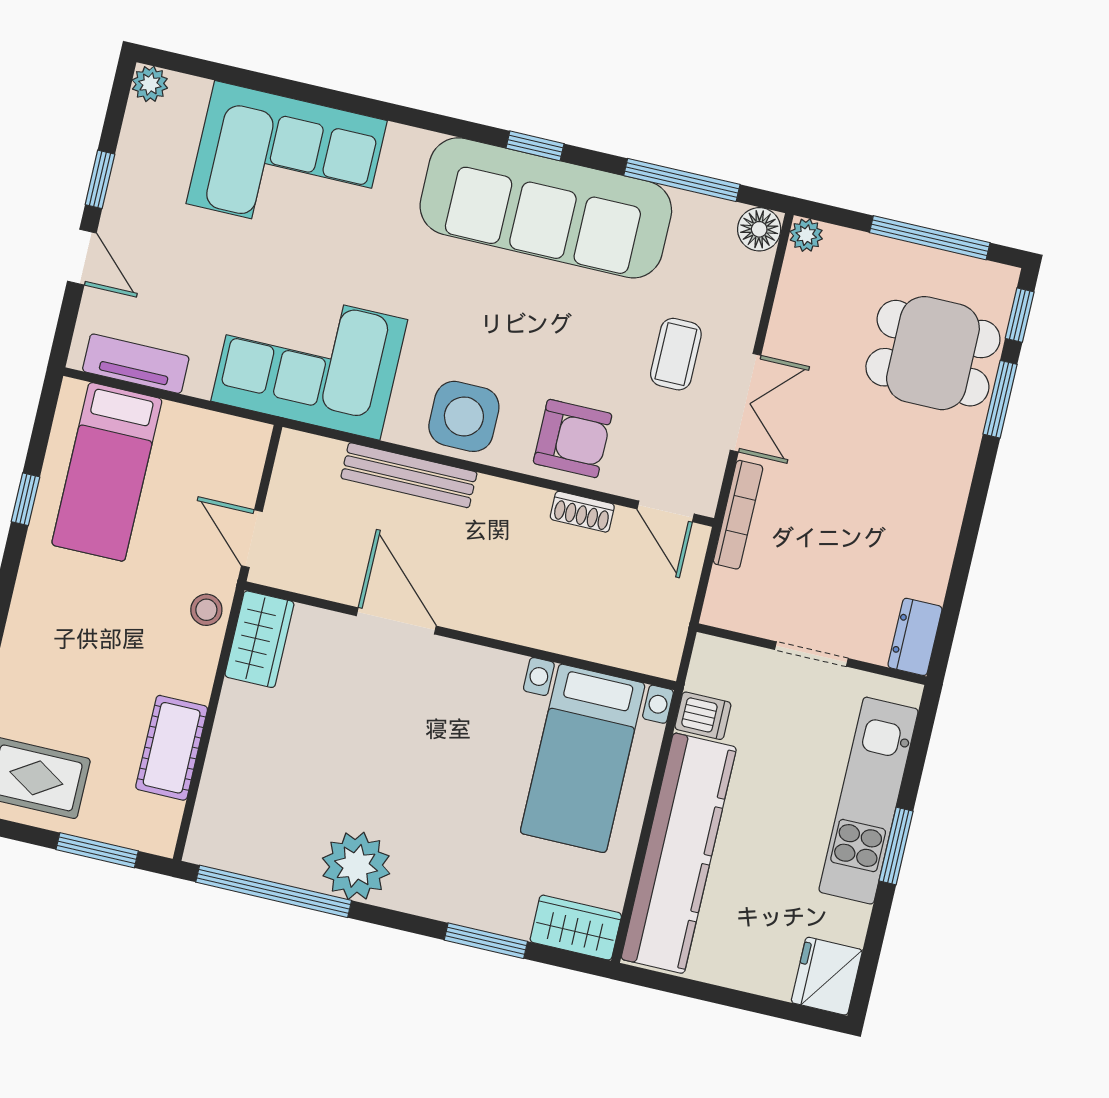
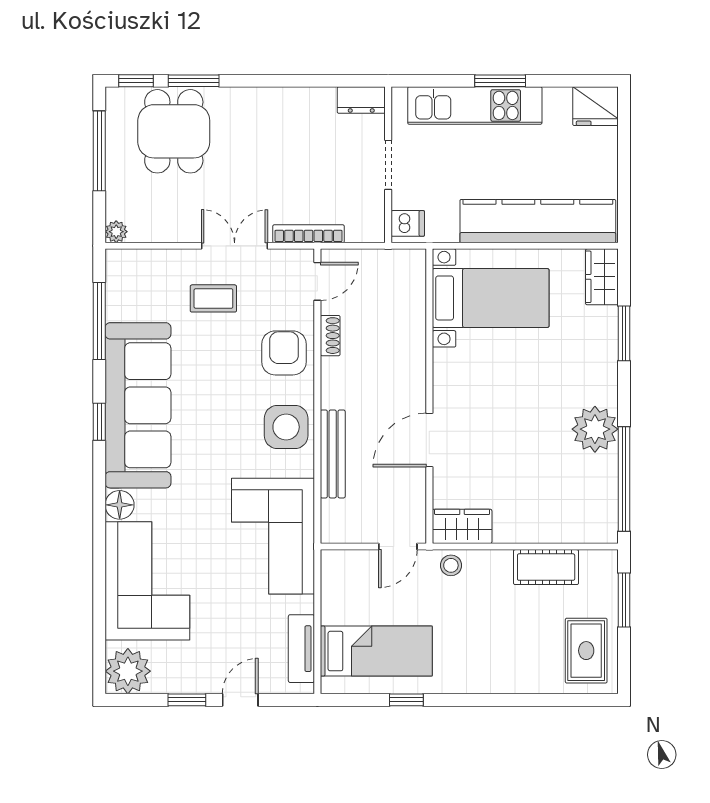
plant: (150, 84) -> (128, 671), width x1.88, depth x1.88
floor lamp: (759, 229) -> (120, 505), moved
dishwasher: (703, 716) -> (408, 223), moved, turned 90

